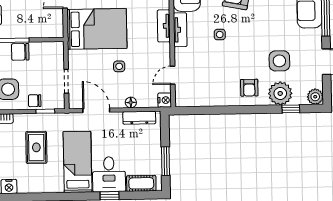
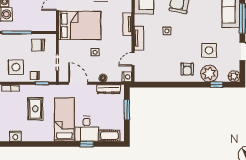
tv unit: (180, 30) -> (139, 38), moved
chair: (20, 52) -> (38, 45), moved
window: (165, 161) -> (127, 110), moved

